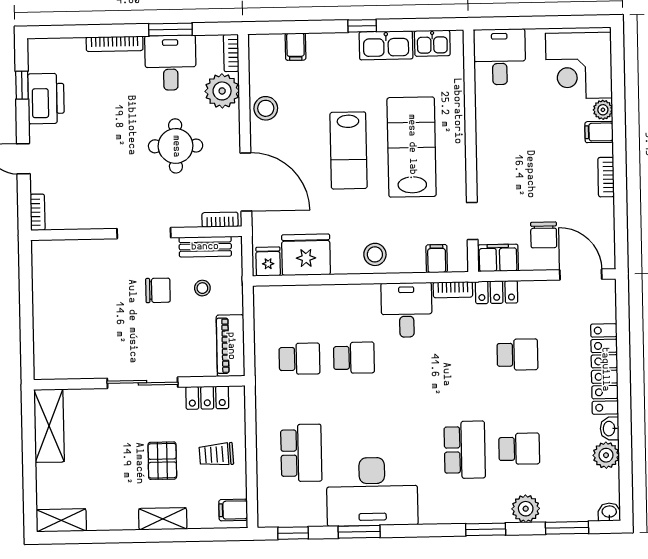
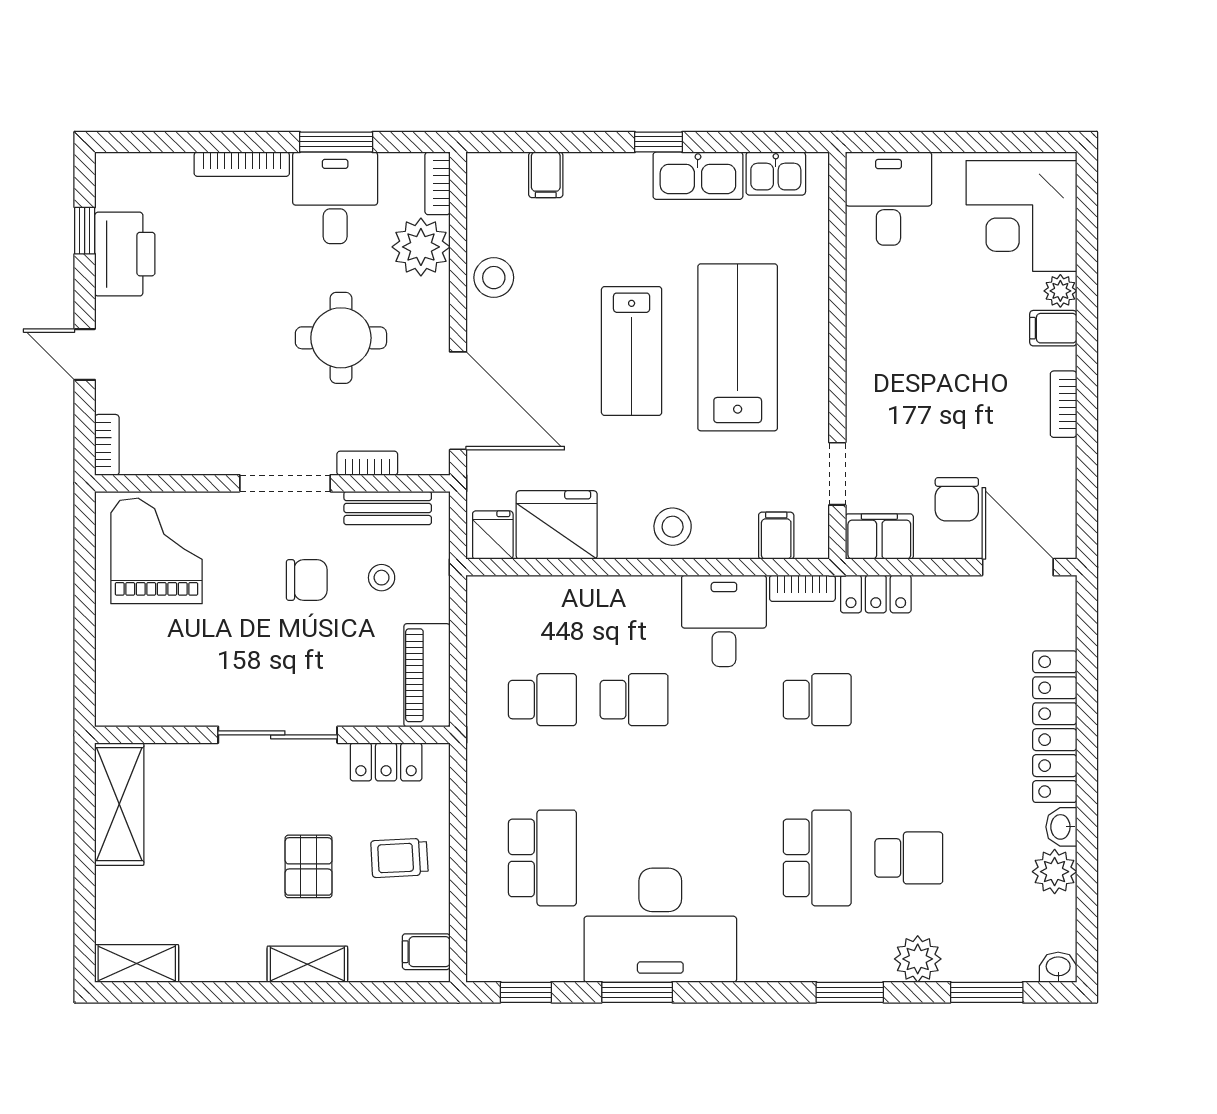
bookcase: (220, 220) -> (367, 463), moved
grand piano: (68, 275) -> (156, 551), added
school desk: (517, 355) -> (817, 700), moved

